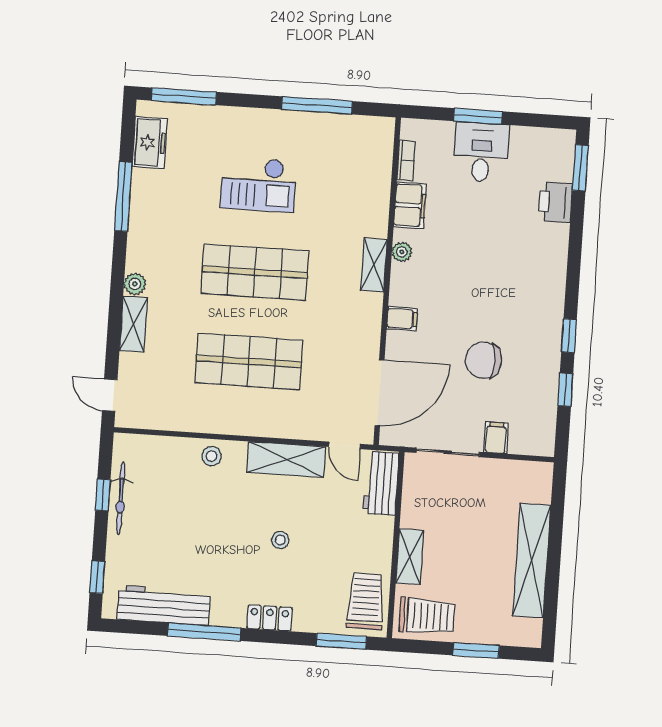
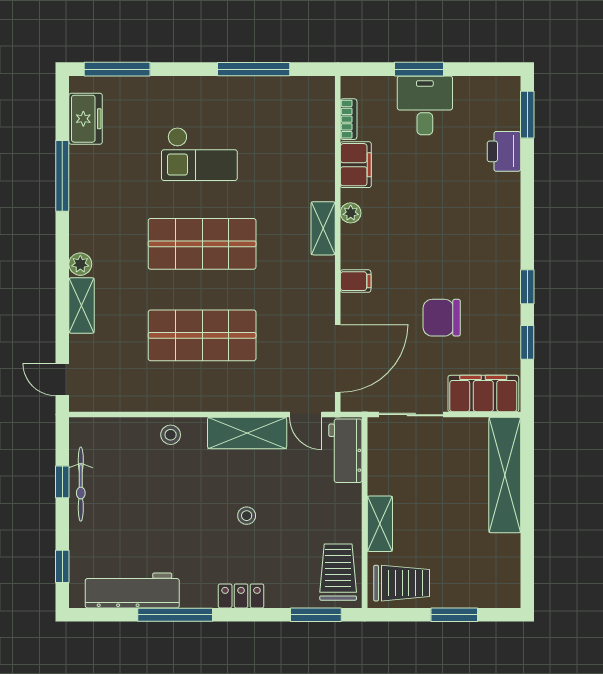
filing cabinet: (496, 438) -> (483, 394), width x3.00, depth x1.17
shelving: (532, 561) -> (505, 475), moved

